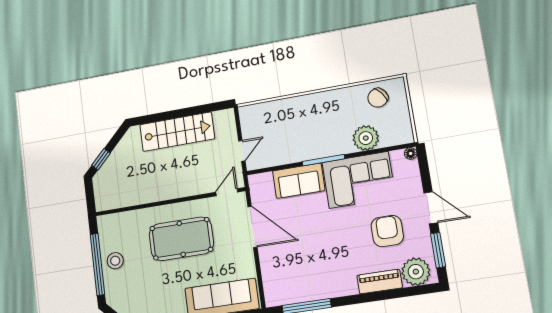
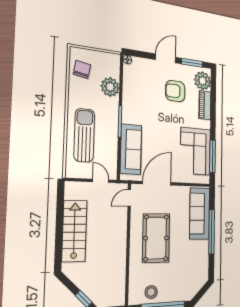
chair: (378, 98) -> (82, 69), turned -133
sun lounger: (294, 119) -> (84, 135), added
corner sofa: (359, 180) -> (195, 151), moved, turned 180
sofa: (299, 181) -> (131, 149), width x1.36
door: (227, 192) -> (129, 198), hinge flipped
stool: (115, 261) -> (151, 292), moved

